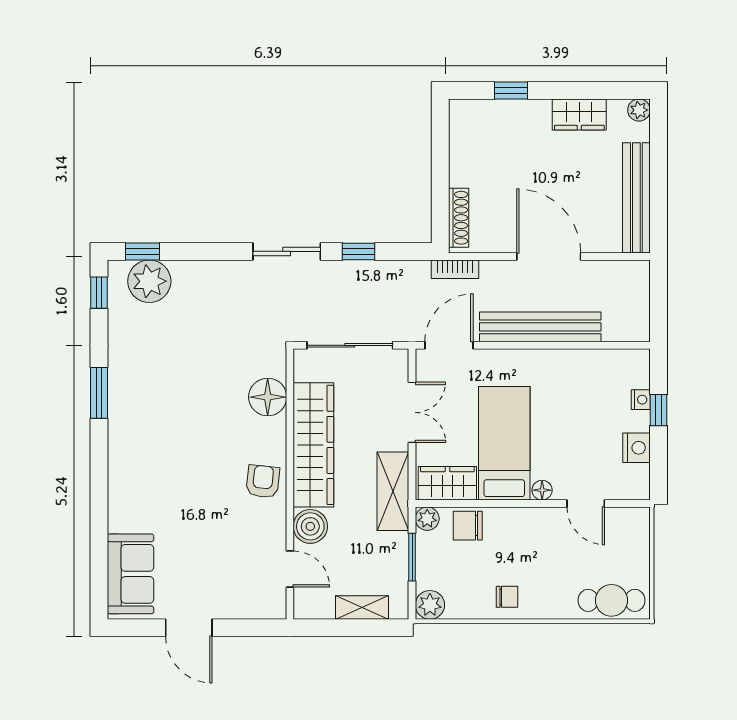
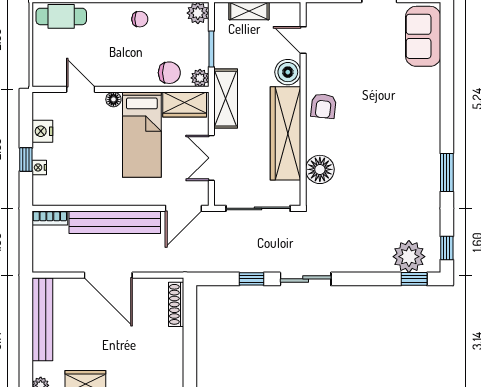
bookcase: (455, 269) -> (50, 218), moved, turned 180
chair: (507, 597) -> (140, 19), turned 180

